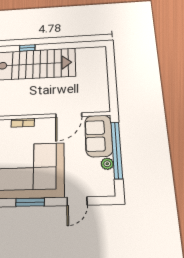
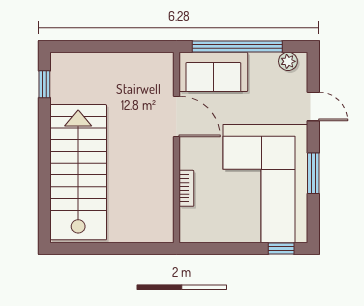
window: (27, 48) -> (44, 84), moved
plant: (107, 164) -> (288, 61), moved

